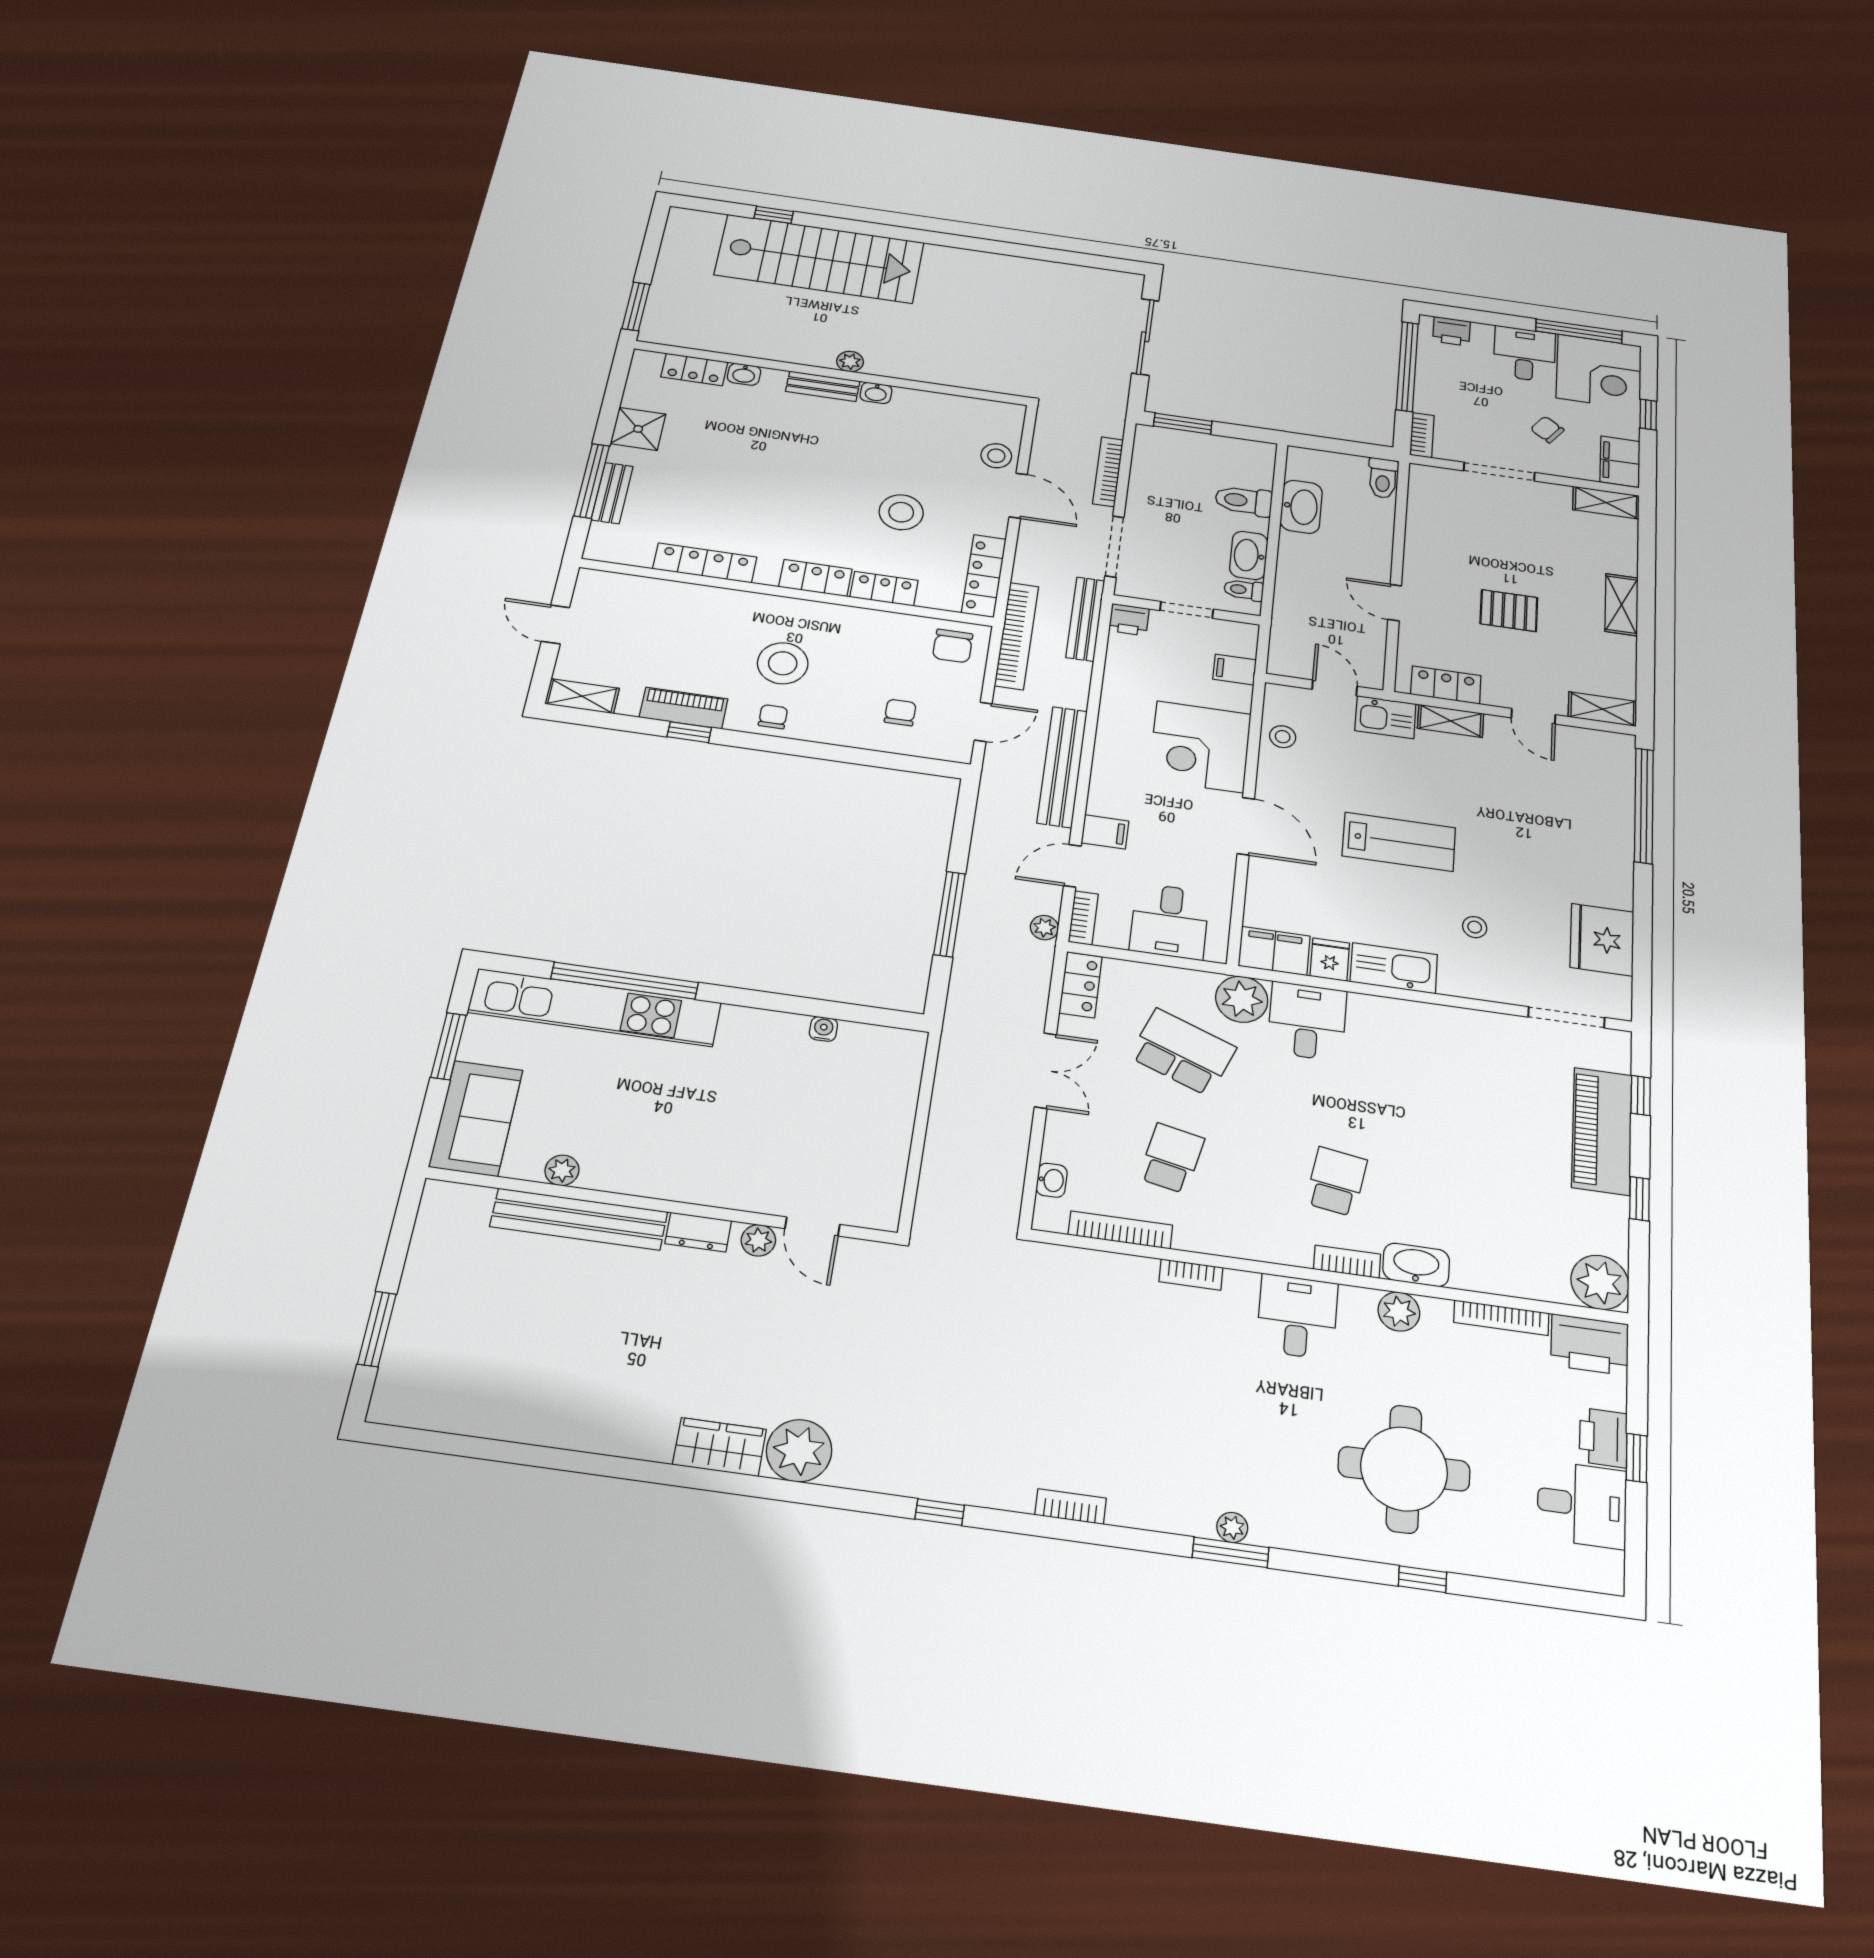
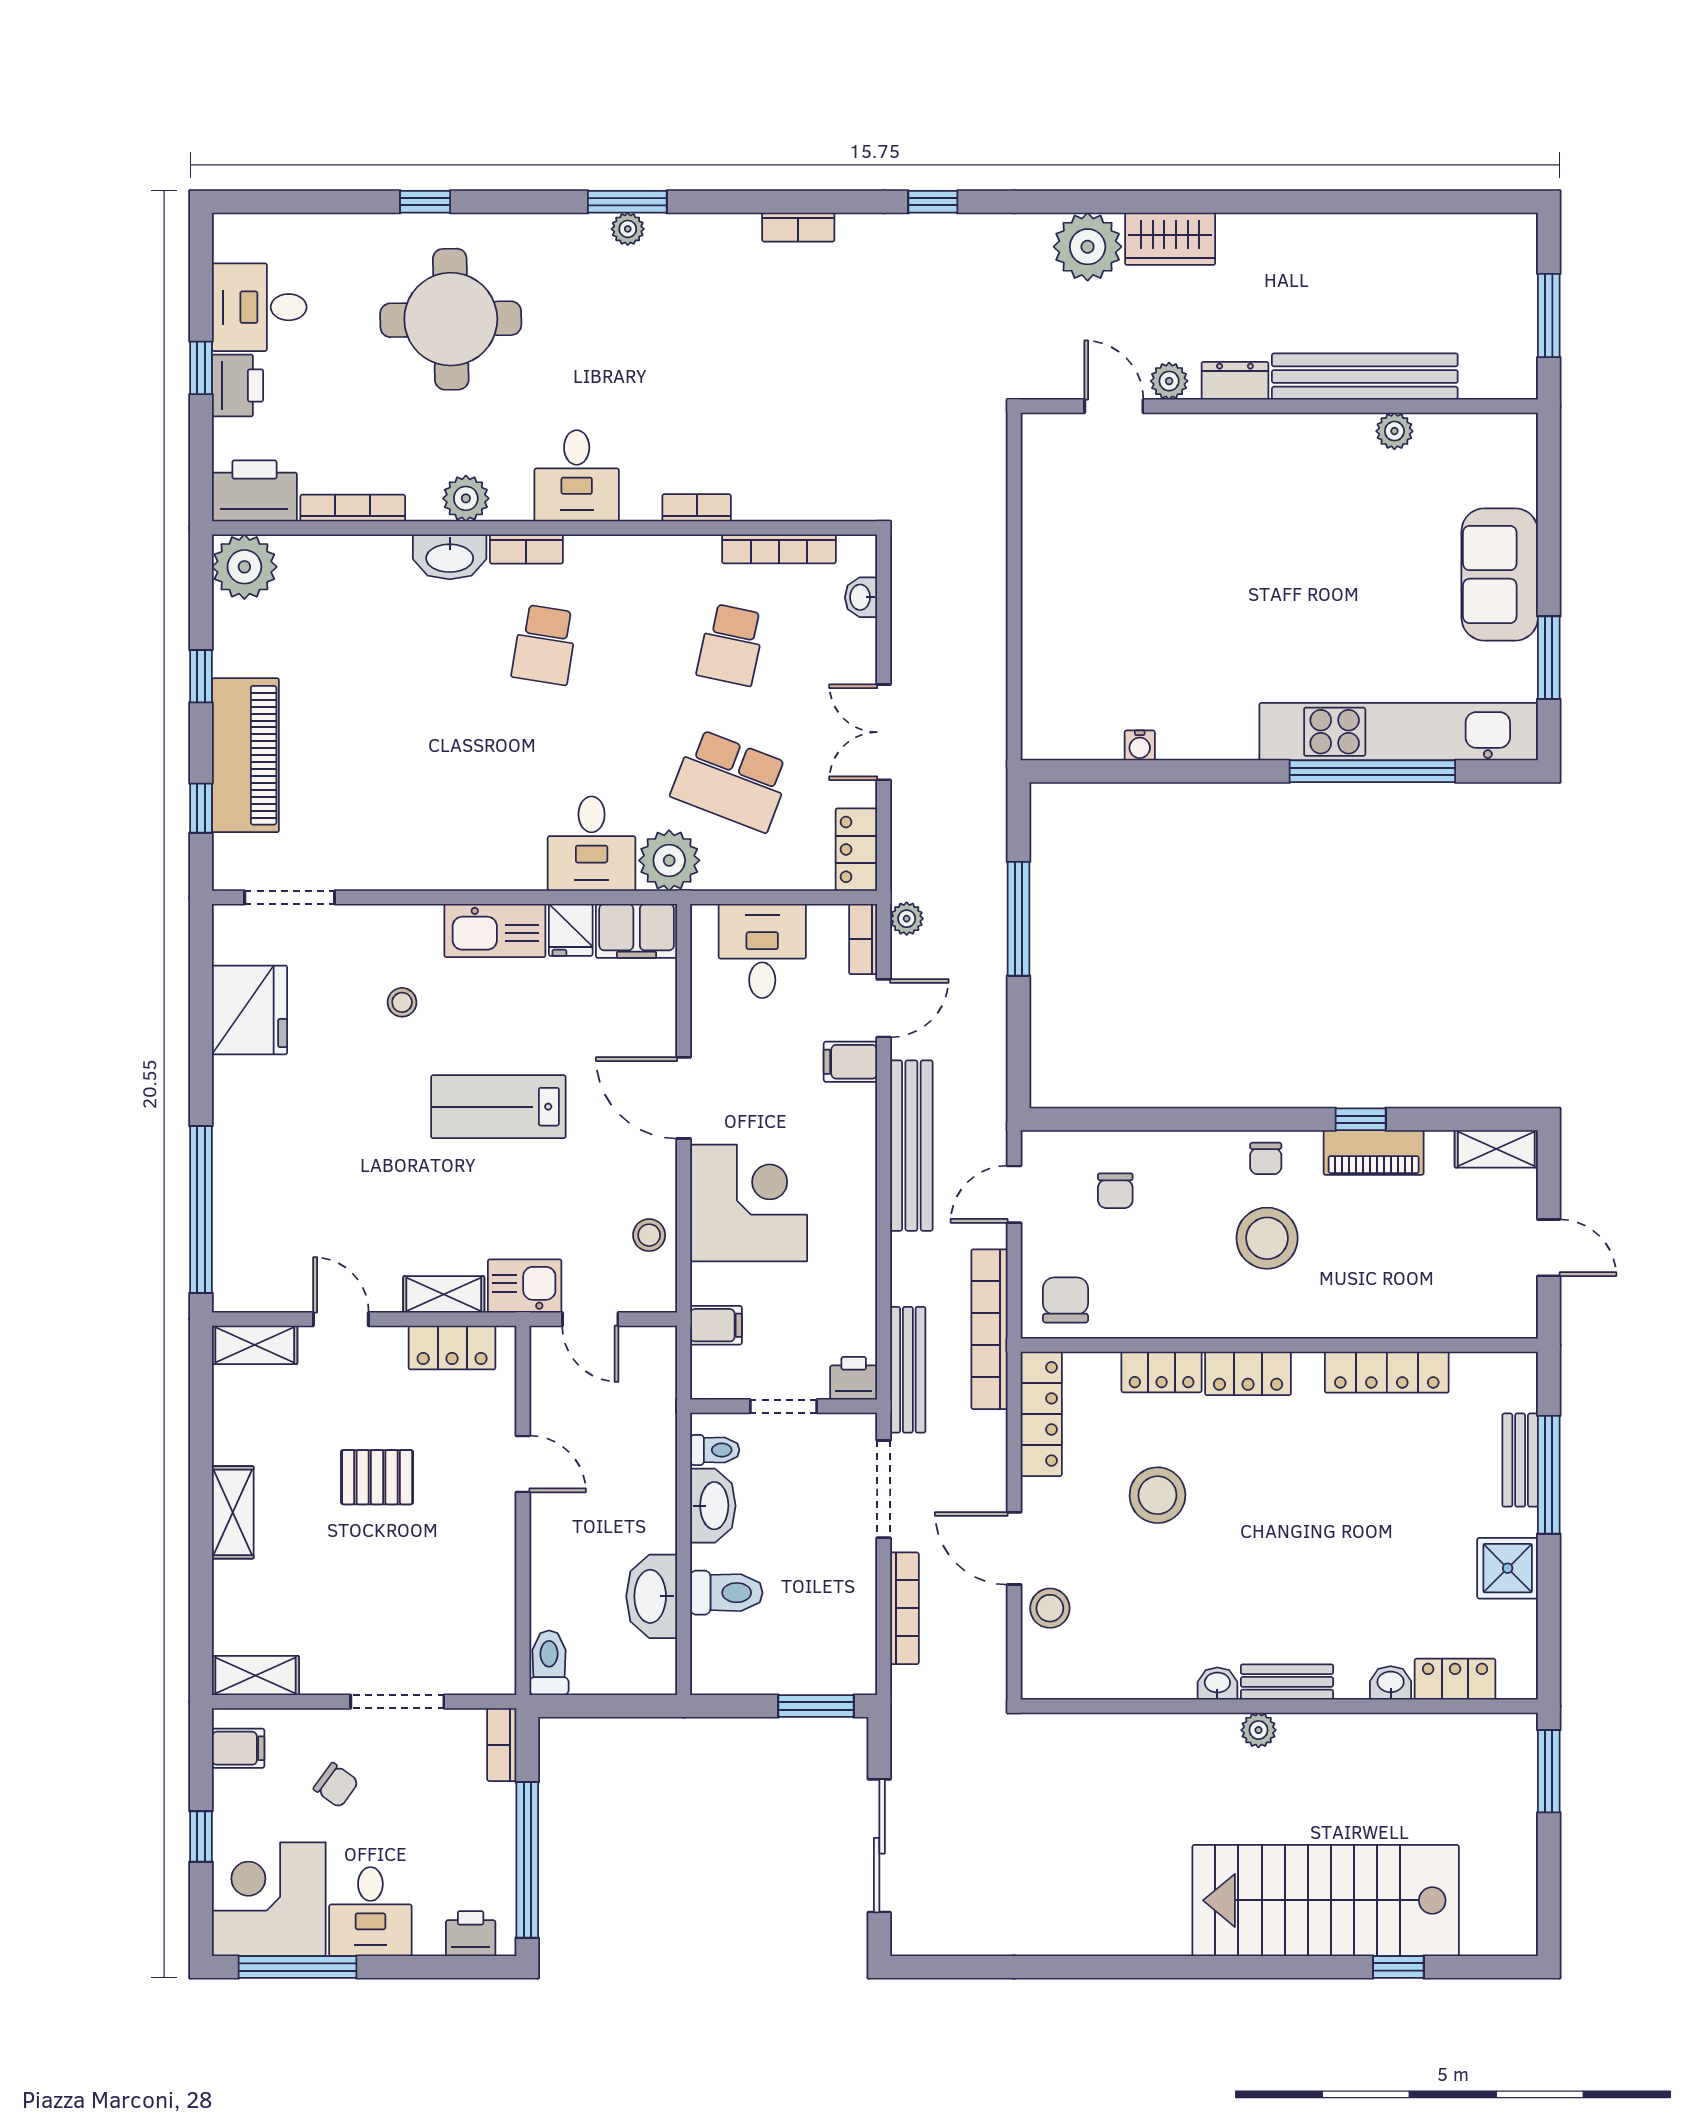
filing cabinet: (1620, 462) -> (238, 1748), width x0.50
plant: (562, 1170) -> (1394, 431), moved
wall: (662, 1205) -> (1279, 406), moved
bench: (579, 1219) -> (1365, 377), moved
door: (812, 1226) -> (1114, 406), moved
dresser: (698, 1232) -> (1235, 381), moved
plant: (758, 1240) -> (1169, 381), moved

